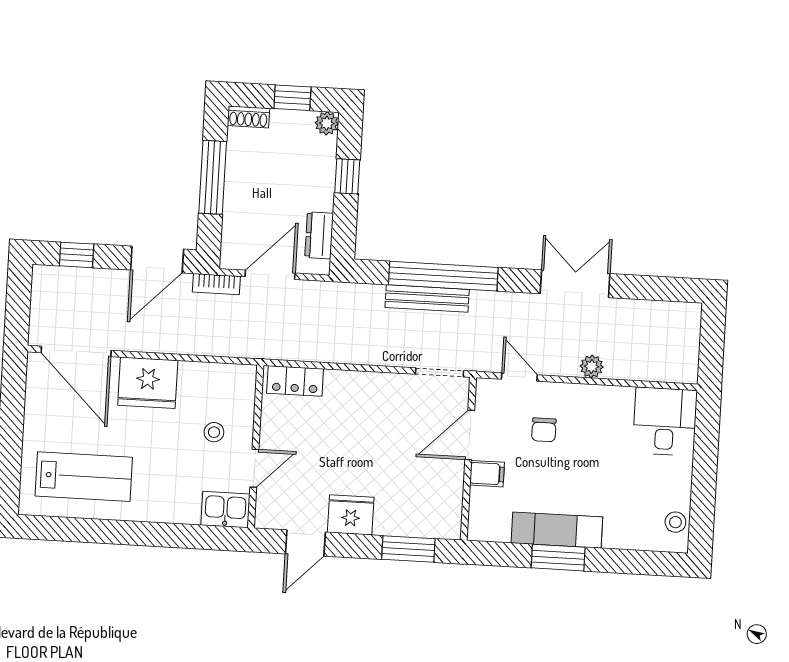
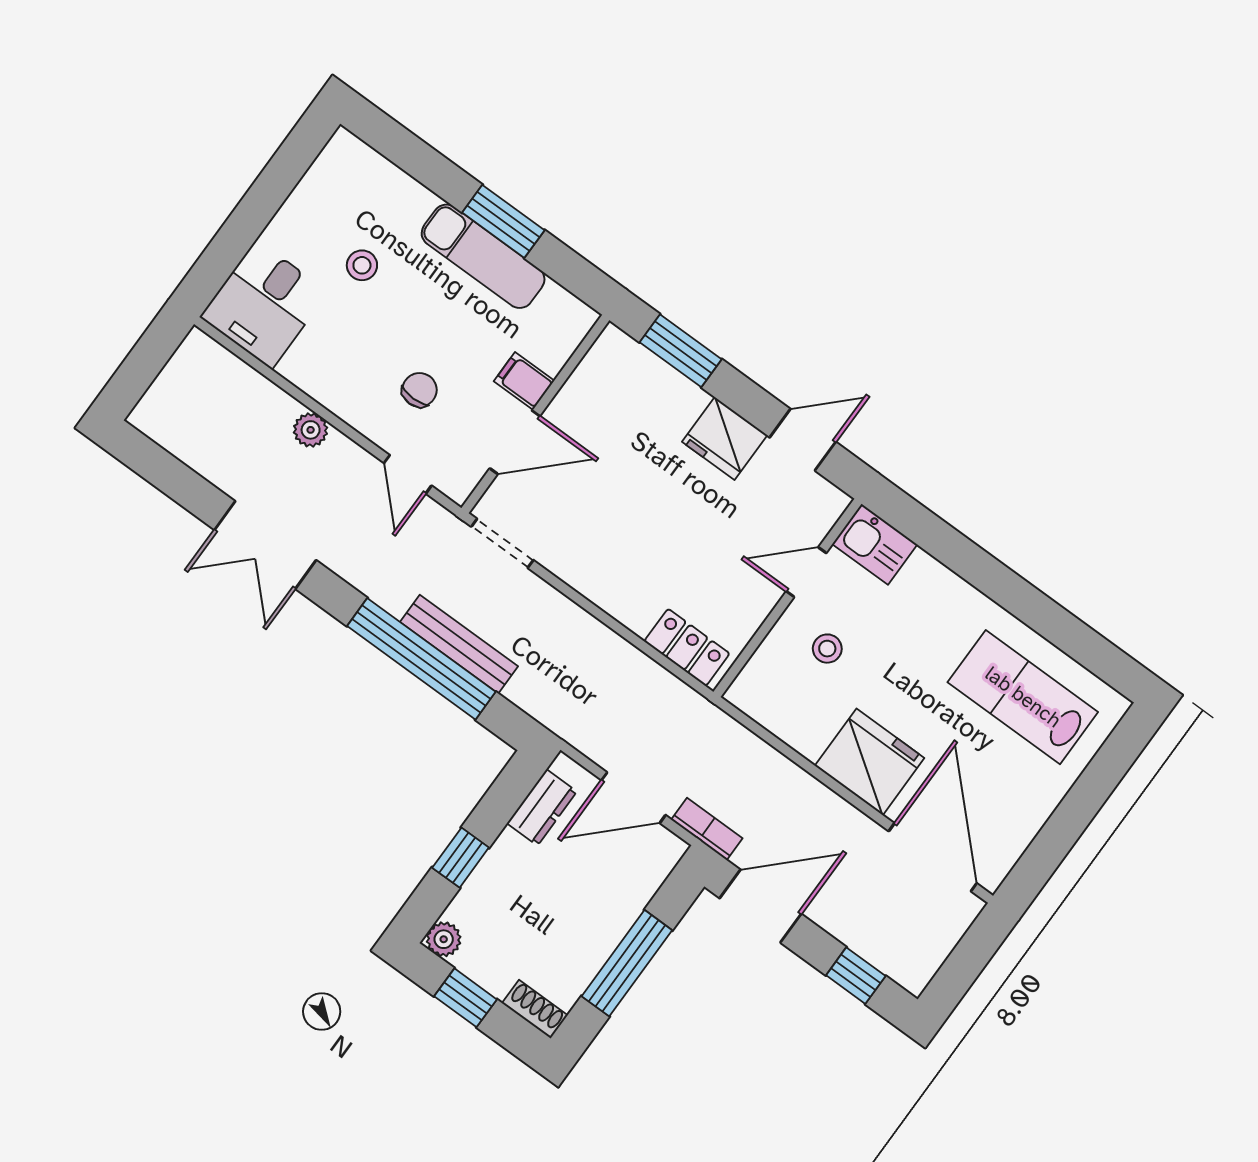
stool: (675, 522) -> (362, 265), moved

